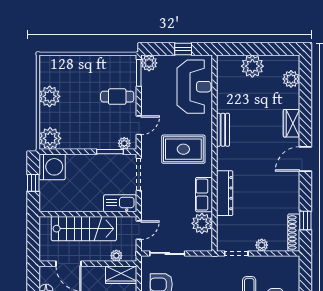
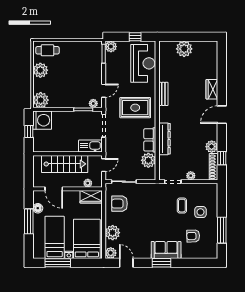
plant: (291, 79) -> (212, 147), moved
cafe table: (117, 97) -> (47, 50), moved

